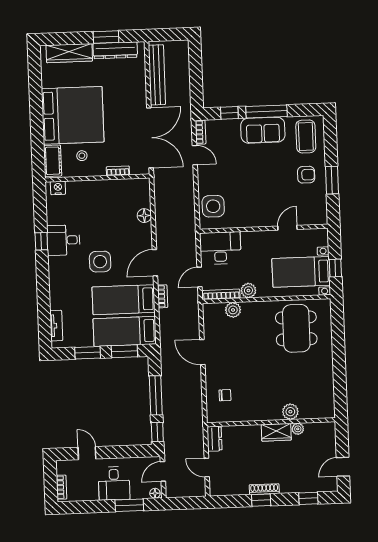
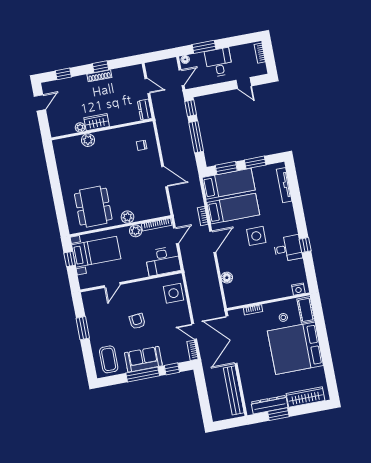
armchair: (306, 175) -> (137, 321), moved, turned 84
plant: (233, 310) -> (127, 217), moved
tv unit: (56, 326) -> (284, 185), width x1.41

